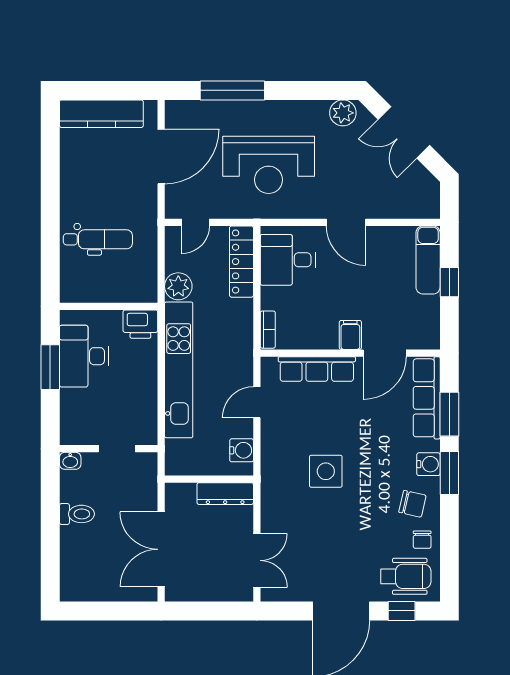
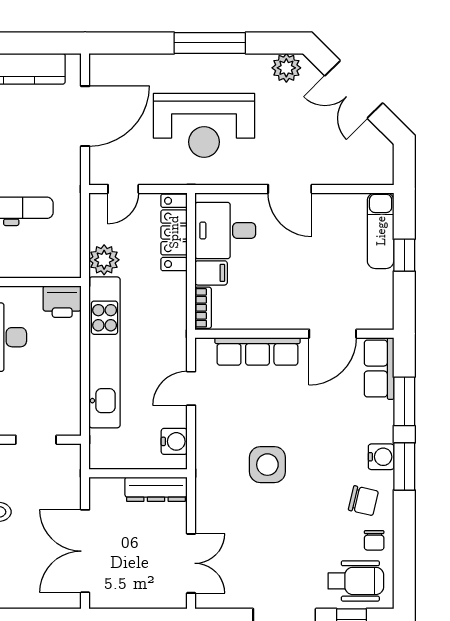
window: (232, 90) -> (210, 43), moved
filing cabinet: (350, 335) -> (211, 273), moved, turned 90
row of seats: (427, 398) -> (379, 369), width x0.68

